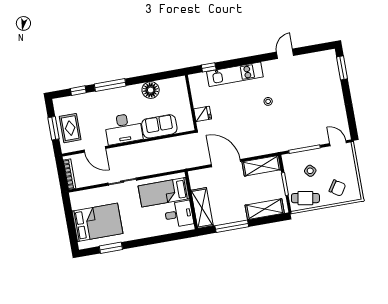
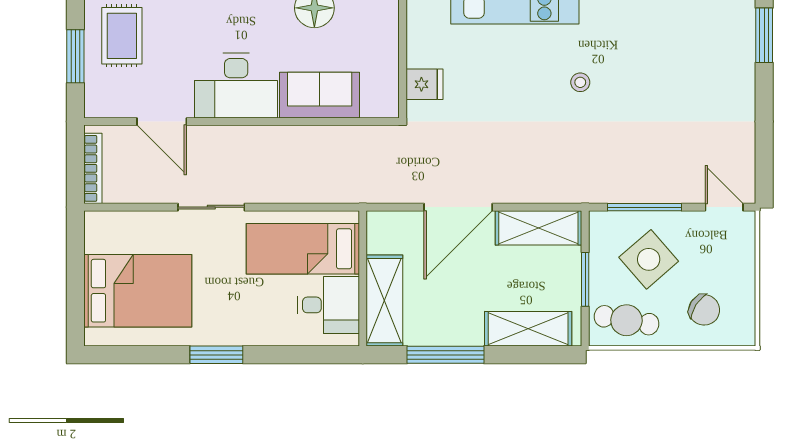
rug: (70, 128) -> (122, 36), moved
door: (226, 163) -> (458, 207), swing flipped
side table: (310, 171) -> (649, 259), width x1.87, depth x1.87
window: (111, 248) -> (216, 355), moved

